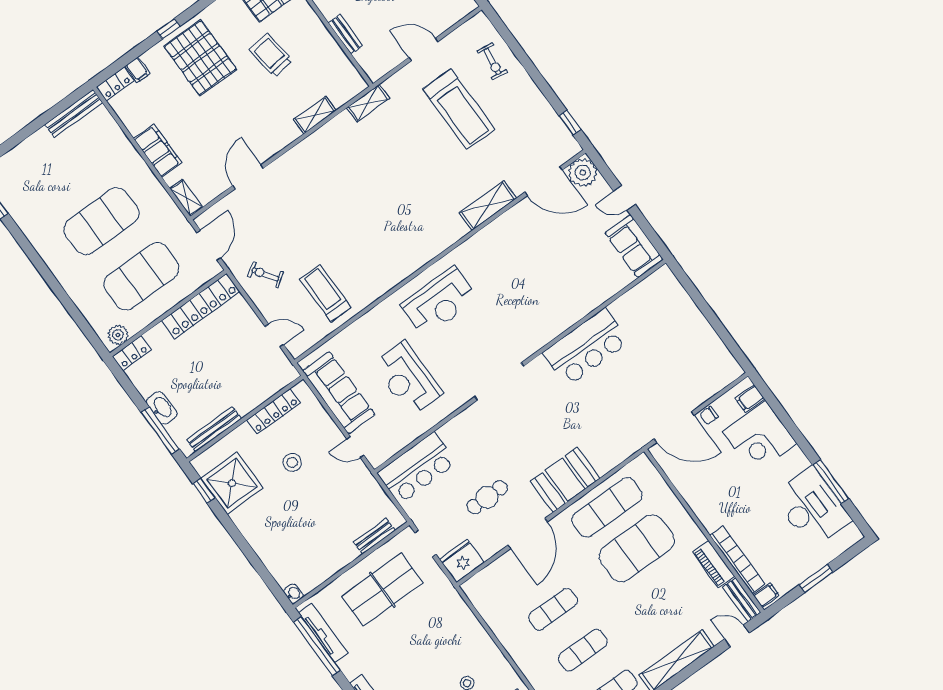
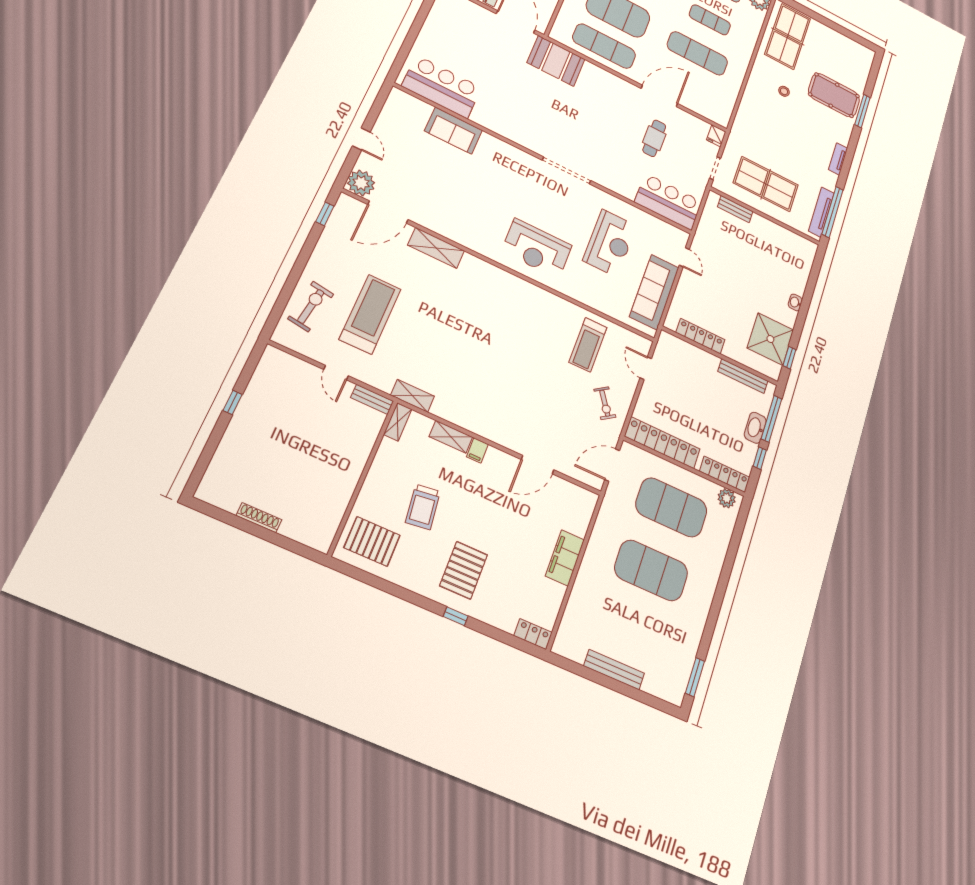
bench: (346, 34) -> (372, 399), moved, turned 90
door: (424, 49) -> (336, 373), width x0.73
pallet: (200, 58) -> (464, 570), width x0.73, depth x0.71
exercise bike: (492, 62) -> (311, 306), width x1.38, depth x1.39
filing cabinet: (137, 70) -> (477, 450), moved, turned 180
bench: (74, 114) -> (614, 670), moved
door: (544, 181) -> (388, 212), swing flipped
shelving: (186, 198) -> (398, 422), moved
sofa: (634, 246) -> (454, 131), moved, turned 90
reception desk: (439, 302) -> (537, 248), turned 180
bar counter: (586, 347) -> (442, 87), moved
locker: (132, 353) -> (725, 474), width x1.53
window: (133, 393) -> (760, 458), added
stool: (292, 462) -> (726, 300), removed
booth: (565, 480) -> (556, 61), moved
cafe table: (487, 497) -> (654, 138), turned 90
fridge: (462, 561) -> (716, 136), width x0.53, depth x0.75
washbasin: (293, 594) -> (795, 302), moved
exercise mat: (553, 609) -> (697, 53), width x1.36, depth x1.45

